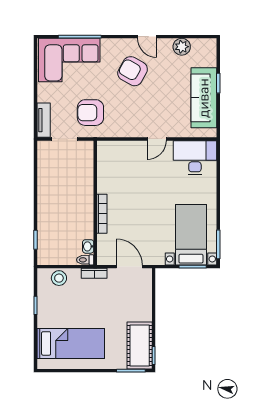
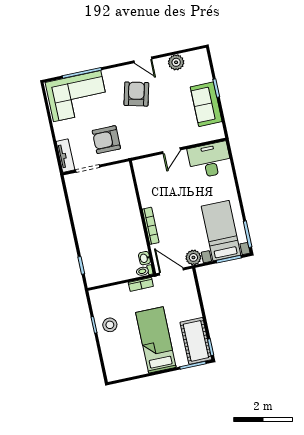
armchair: (133, 71) -> (136, 94), turned 75
sofa: (204, 98) -> (206, 104), width x0.73
wall: (95, 203) -> (143, 217), moved
bookcase: (102, 214) -> (151, 226), moved
washbasin: (88, 246) -> (144, 258), moved
plant: (156, 257) -> (193, 257), added
toilet: (85, 260) -> (144, 271), moved
stool: (59, 278) -> (110, 325), moved
bed: (71, 343) -> (156, 340), moved, turned -90

